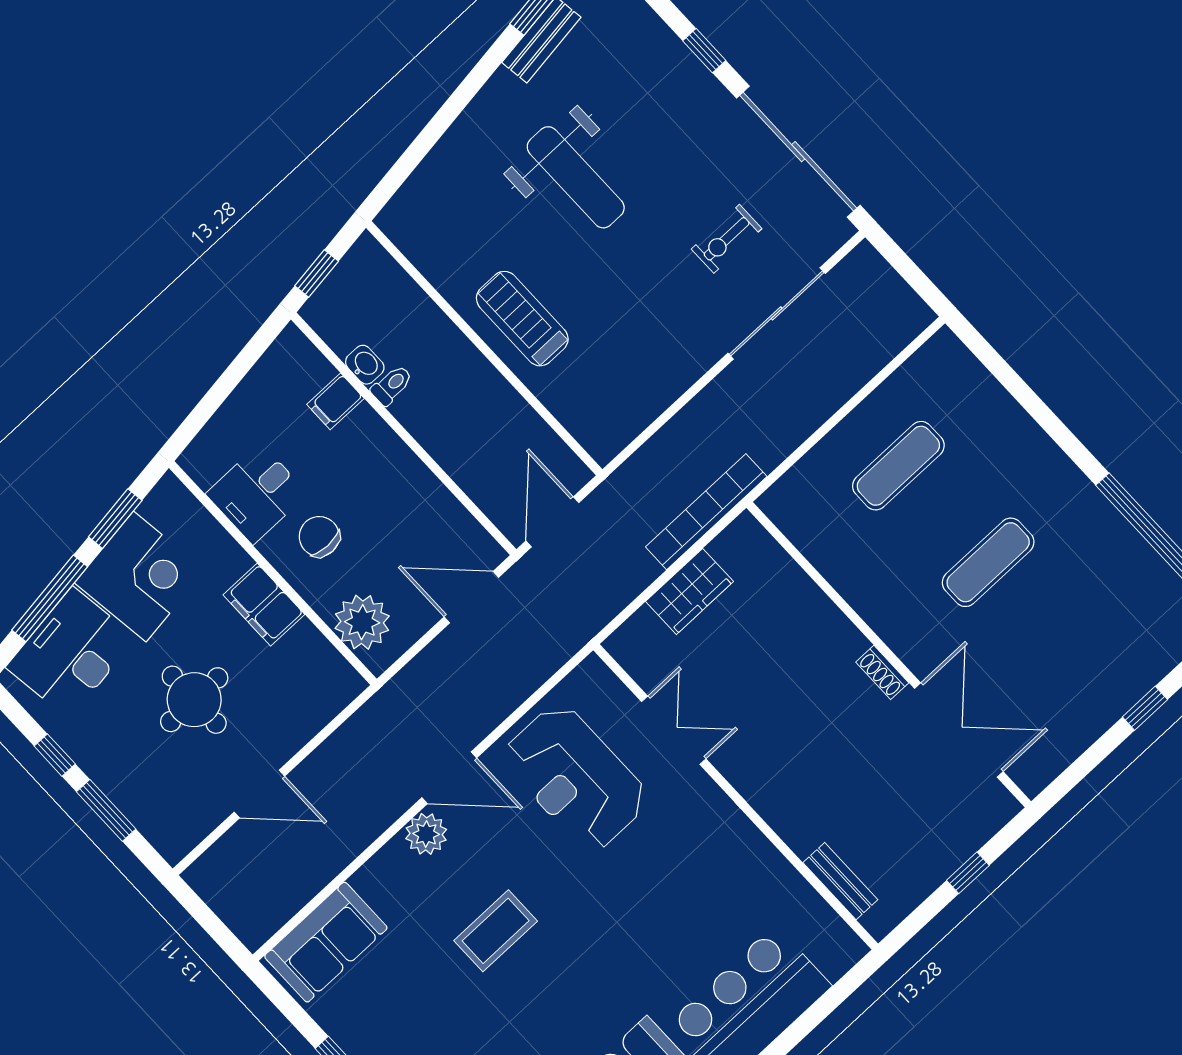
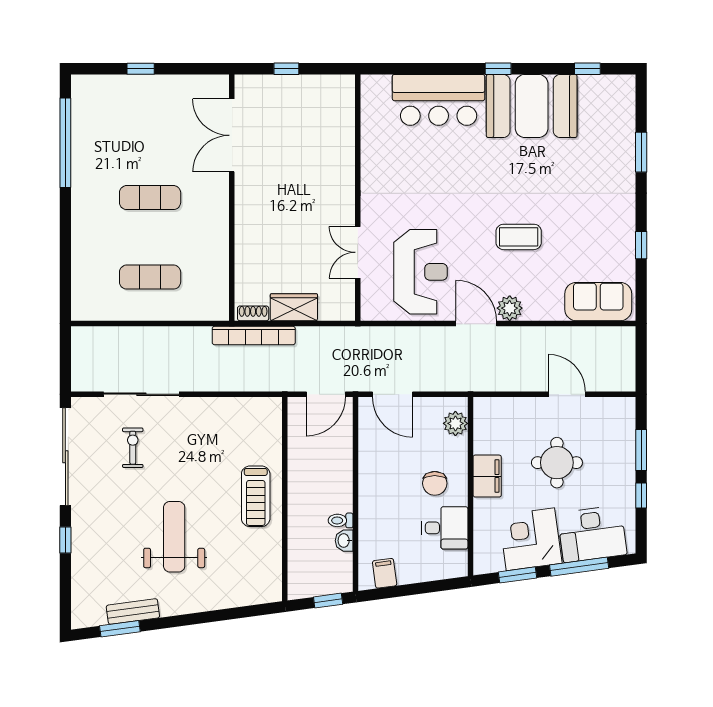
exercise bike: (727, 239) -> (133, 448), turned -90
filing cabinet: (335, 401) -> (385, 573), moved, turned -98
plant: (362, 622) -> (455, 423), width x0.73, depth x0.73
shoe rack: (882, 672) -> (253, 313), moved, turned -90
bench: (840, 881) -> (346, 117), removed

